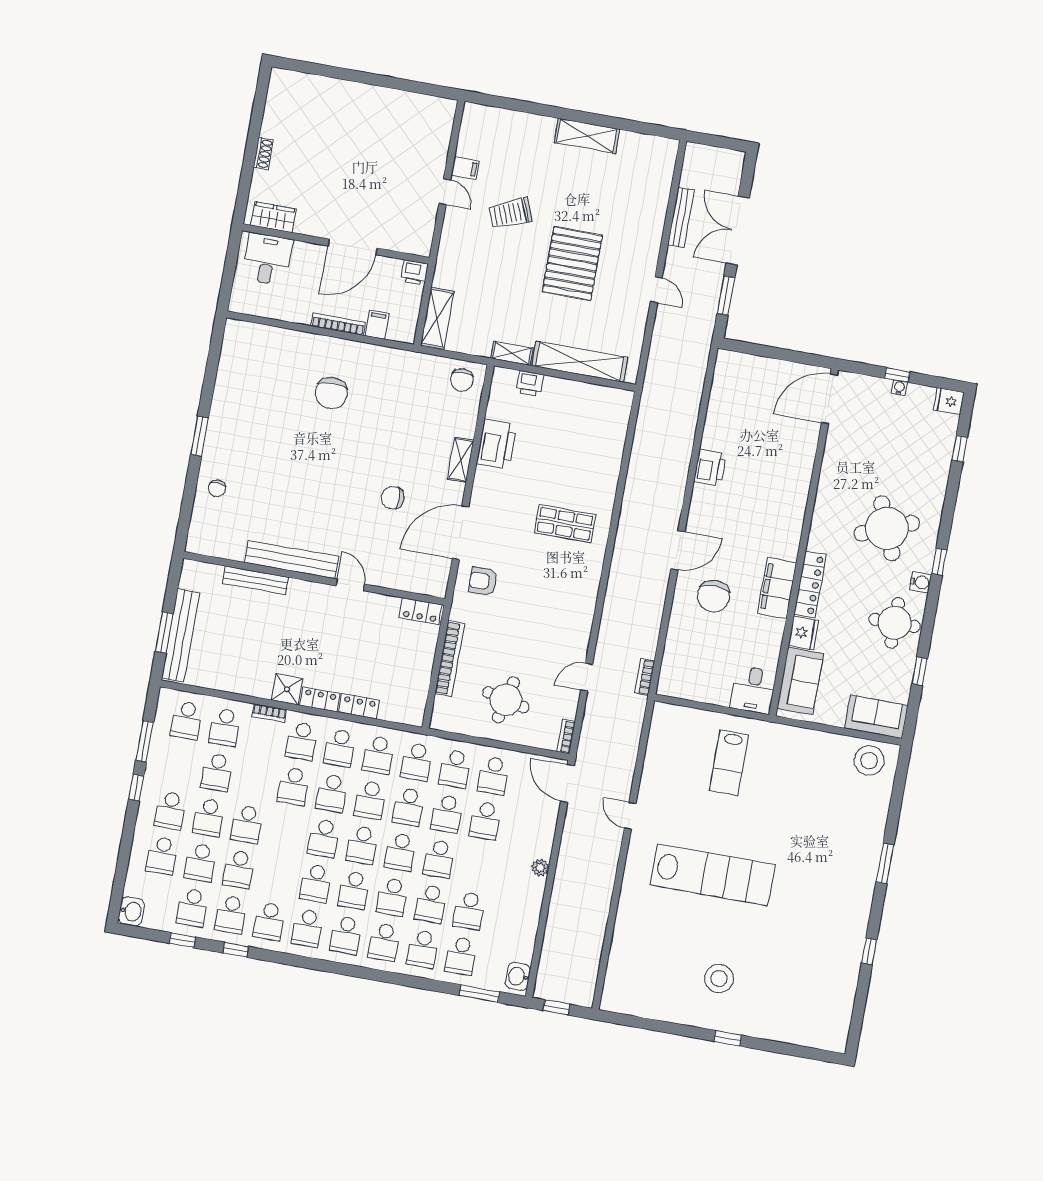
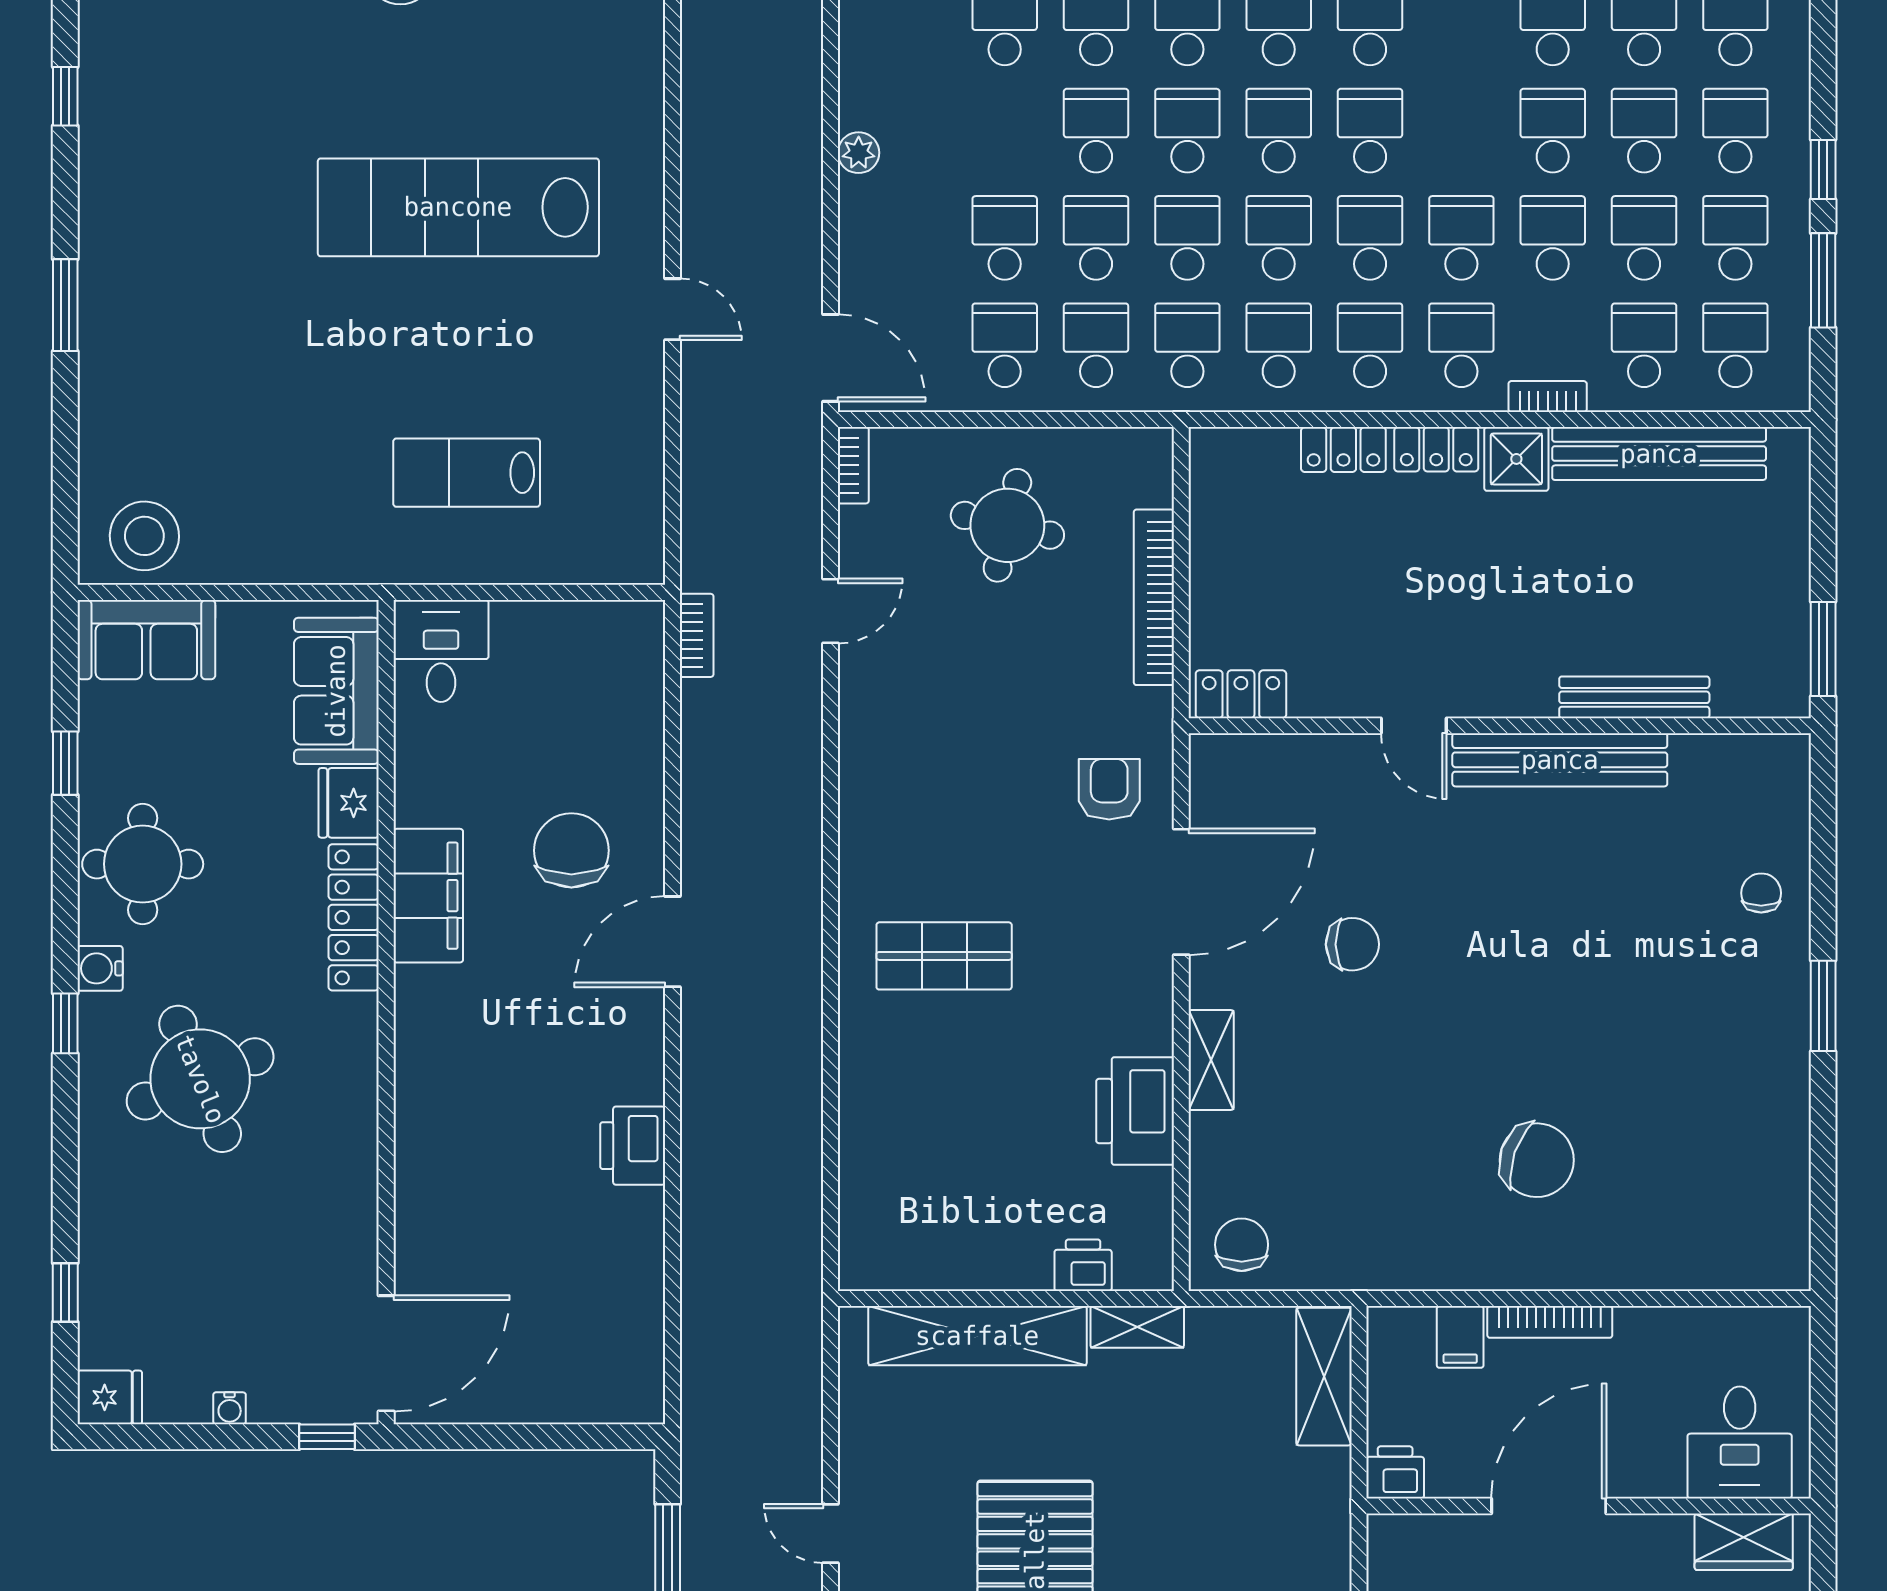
window: (897, 375) -> (327, 1437), moved
chair: (331, 393) -> (1537, 1160), turned 110
armchair: (483, 581) -> (1109, 789), turned -90
window: (164, 633) -> (1823, 649), moved
bench: (181, 635) -> (1659, 454), moved, turned 90
lab bench: (729, 763) -> (467, 473), turned -90
school desk: (178, 765) -> (1735, 238), added
school desk: (255, 779) -> (1553, 238), added

